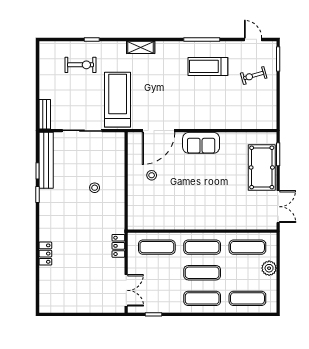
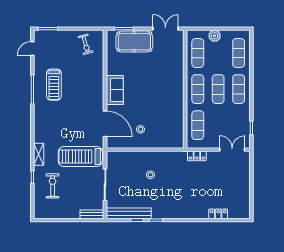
shelving: (141, 47) -> (39, 154), moved
exercise bike: (254, 76) -> (86, 44), moved
locker: (45, 254) -> (218, 214), moved

